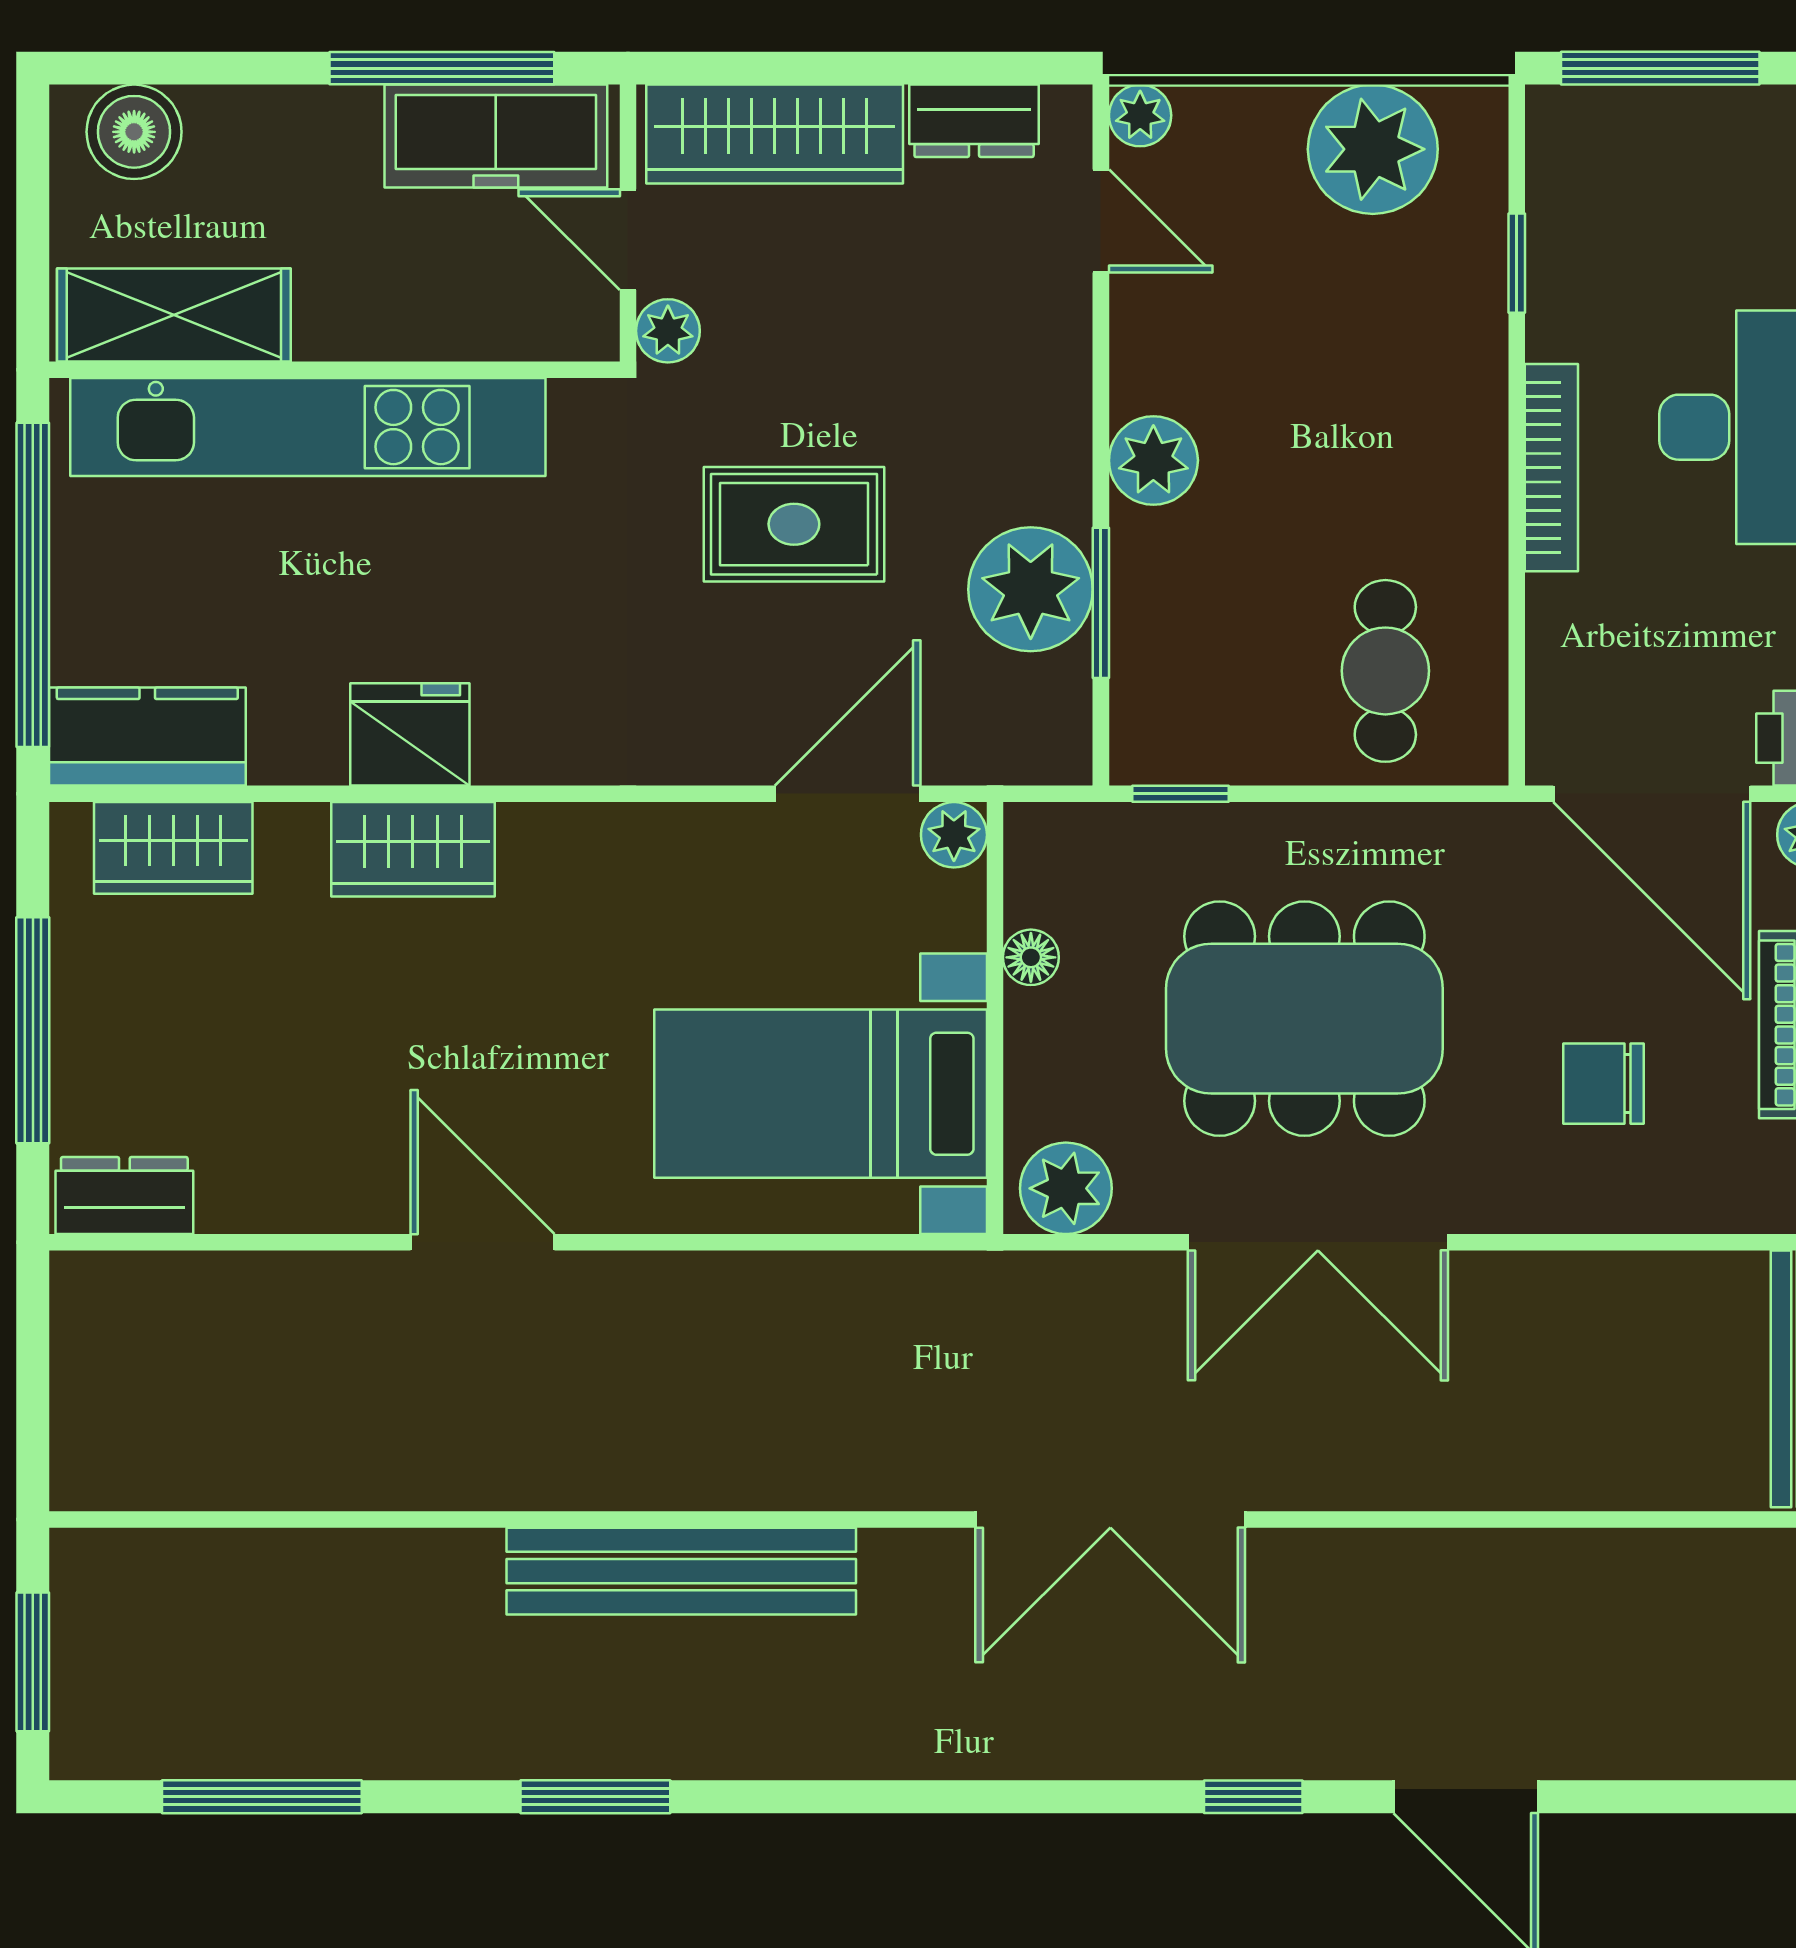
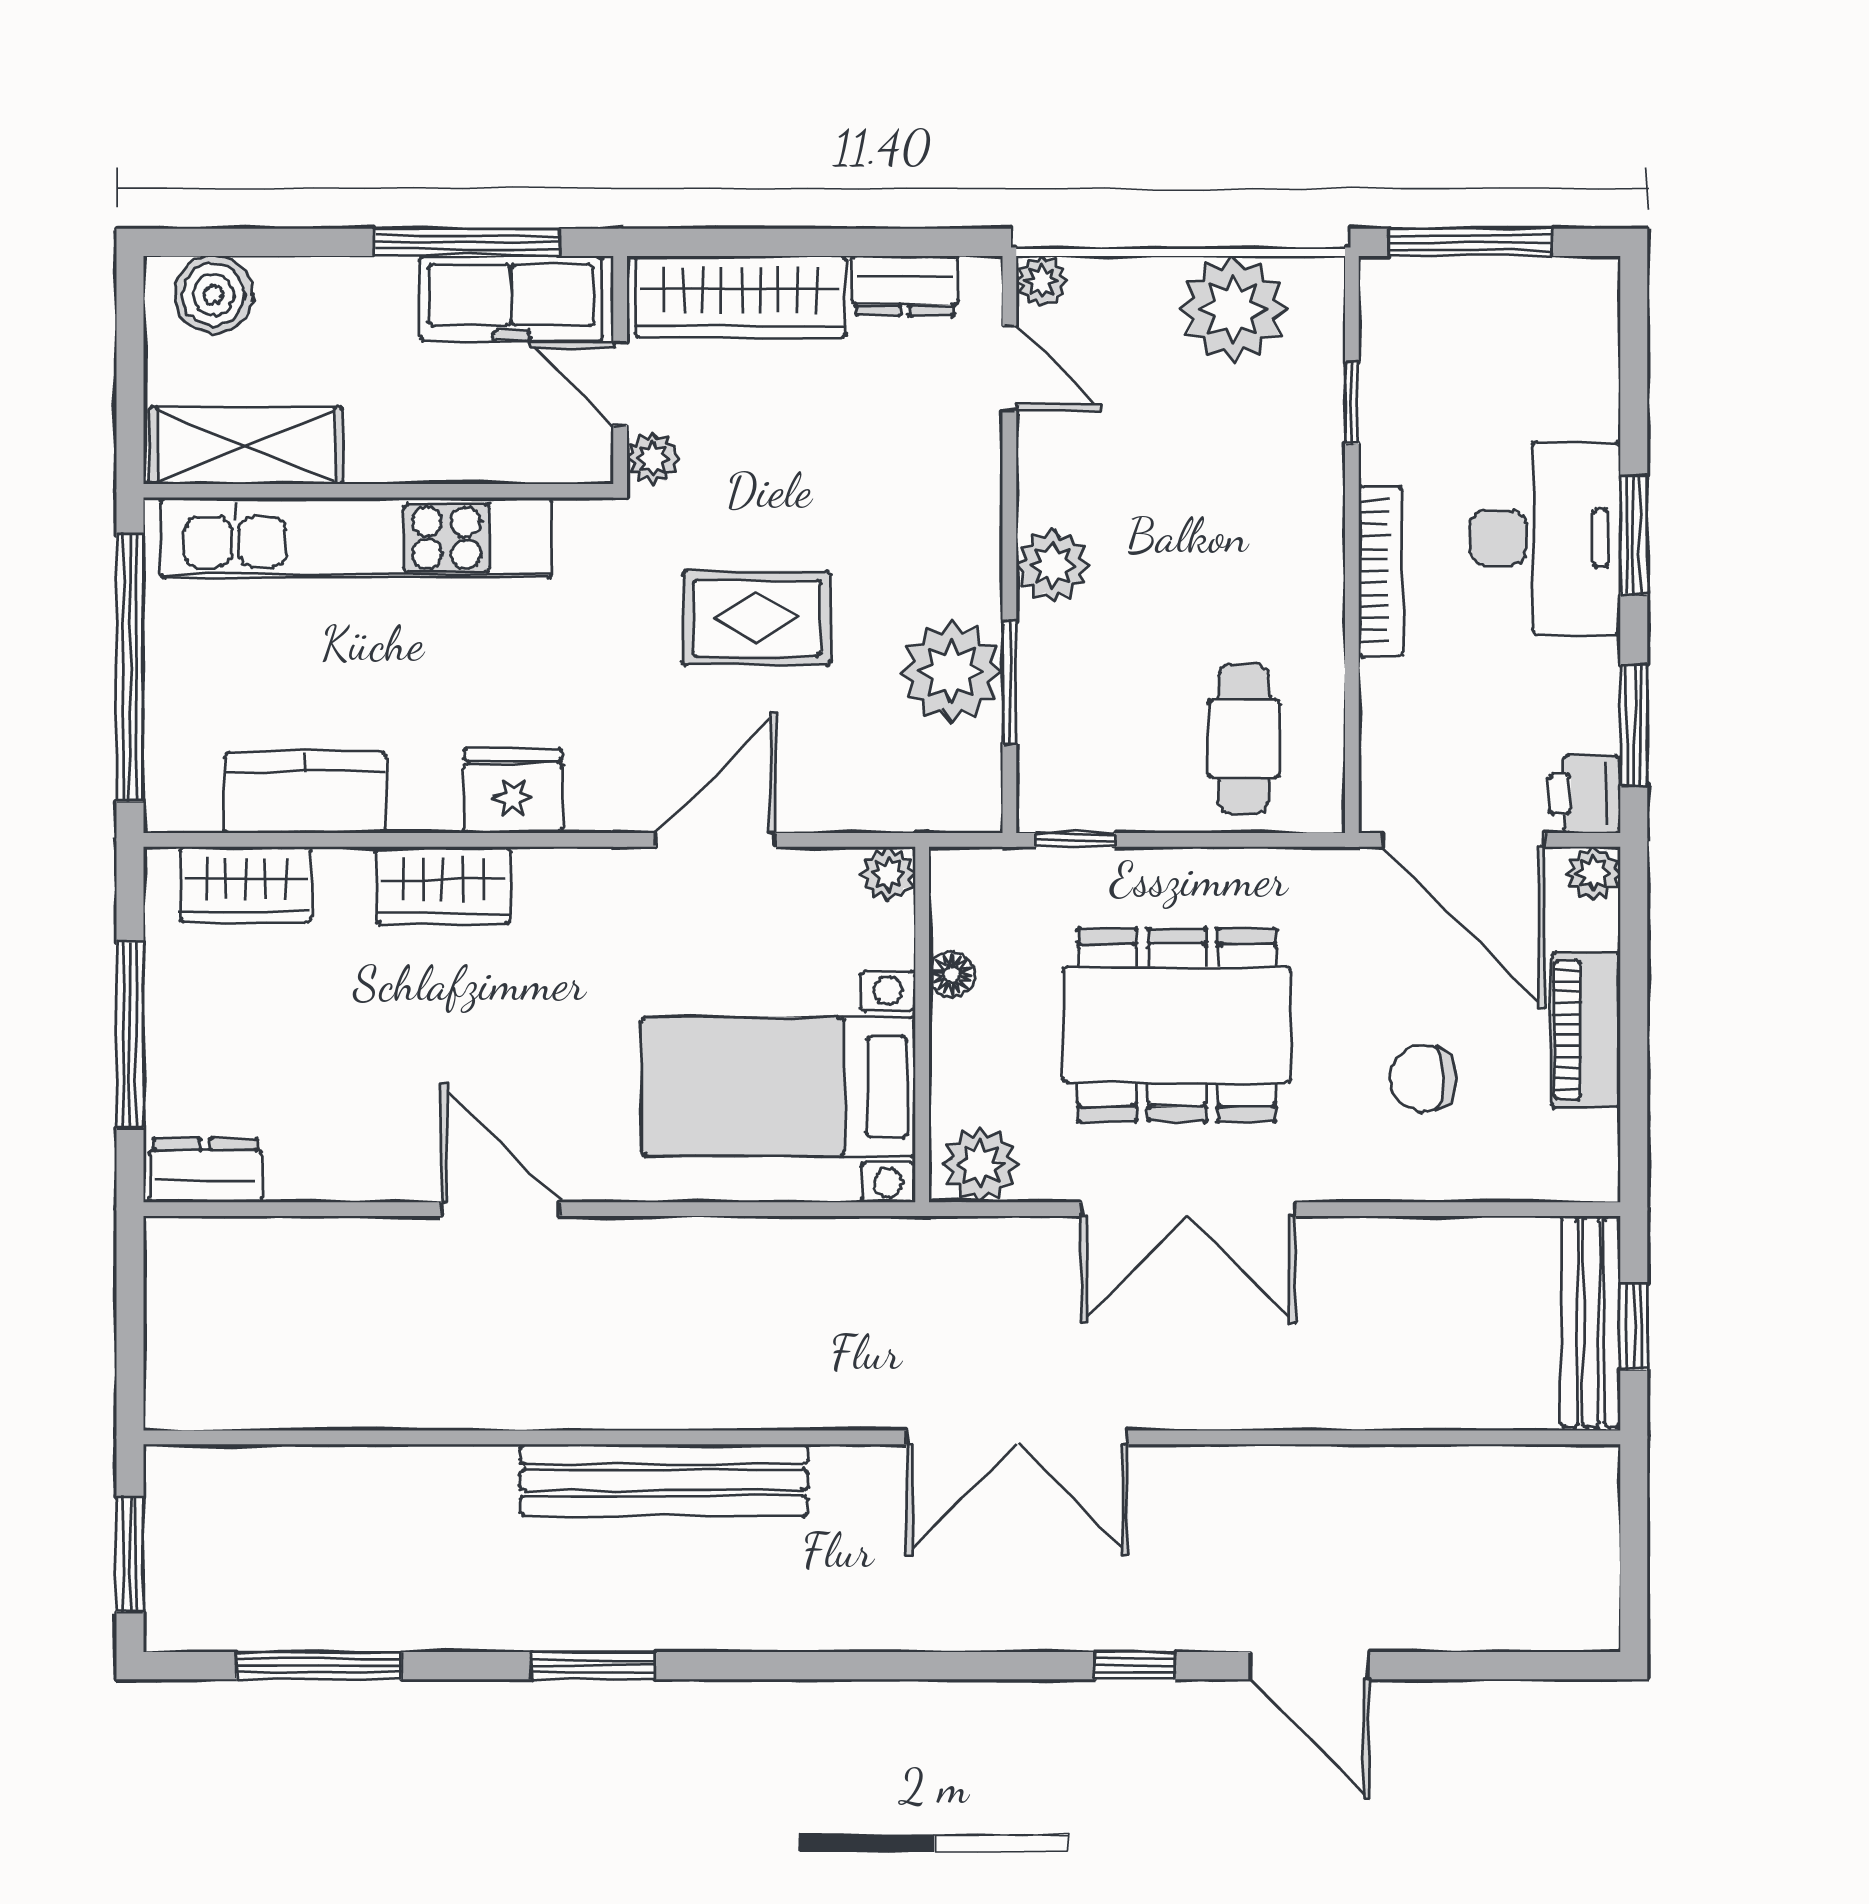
fridge: (410, 734) -> (513, 791), moved
kitchen counter: (147, 737) -> (305, 793), moved
door: (848, 794) -> (716, 840), moved

